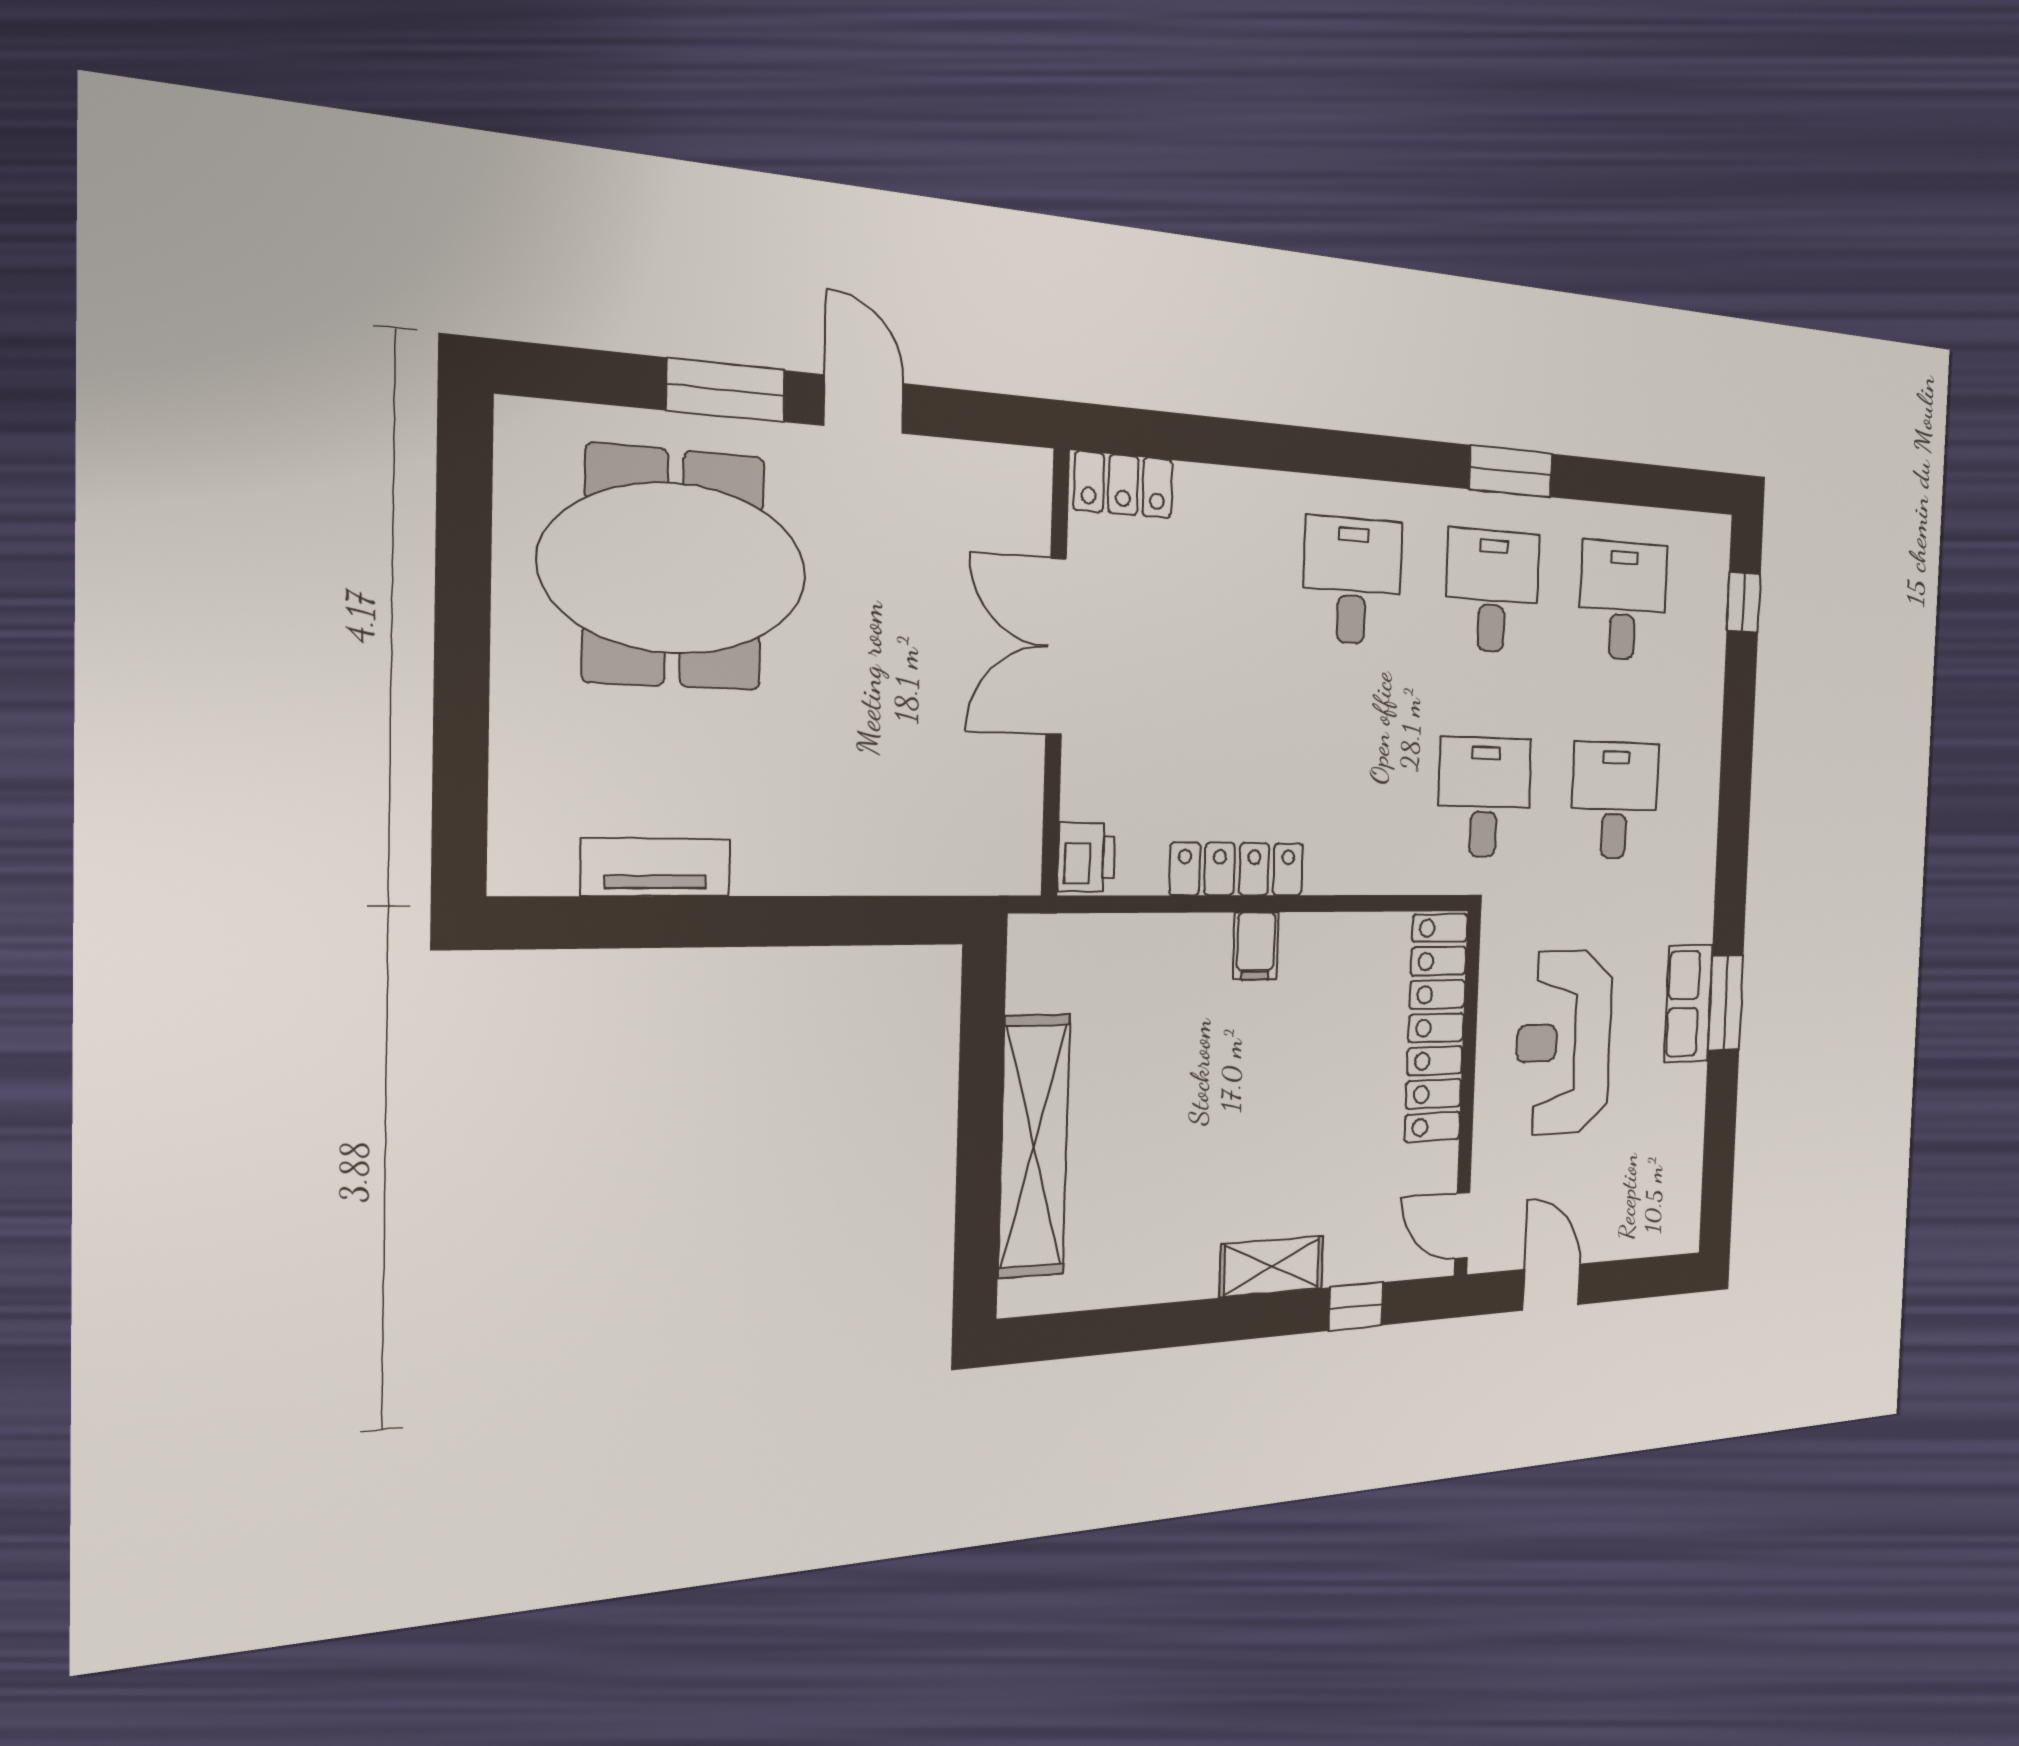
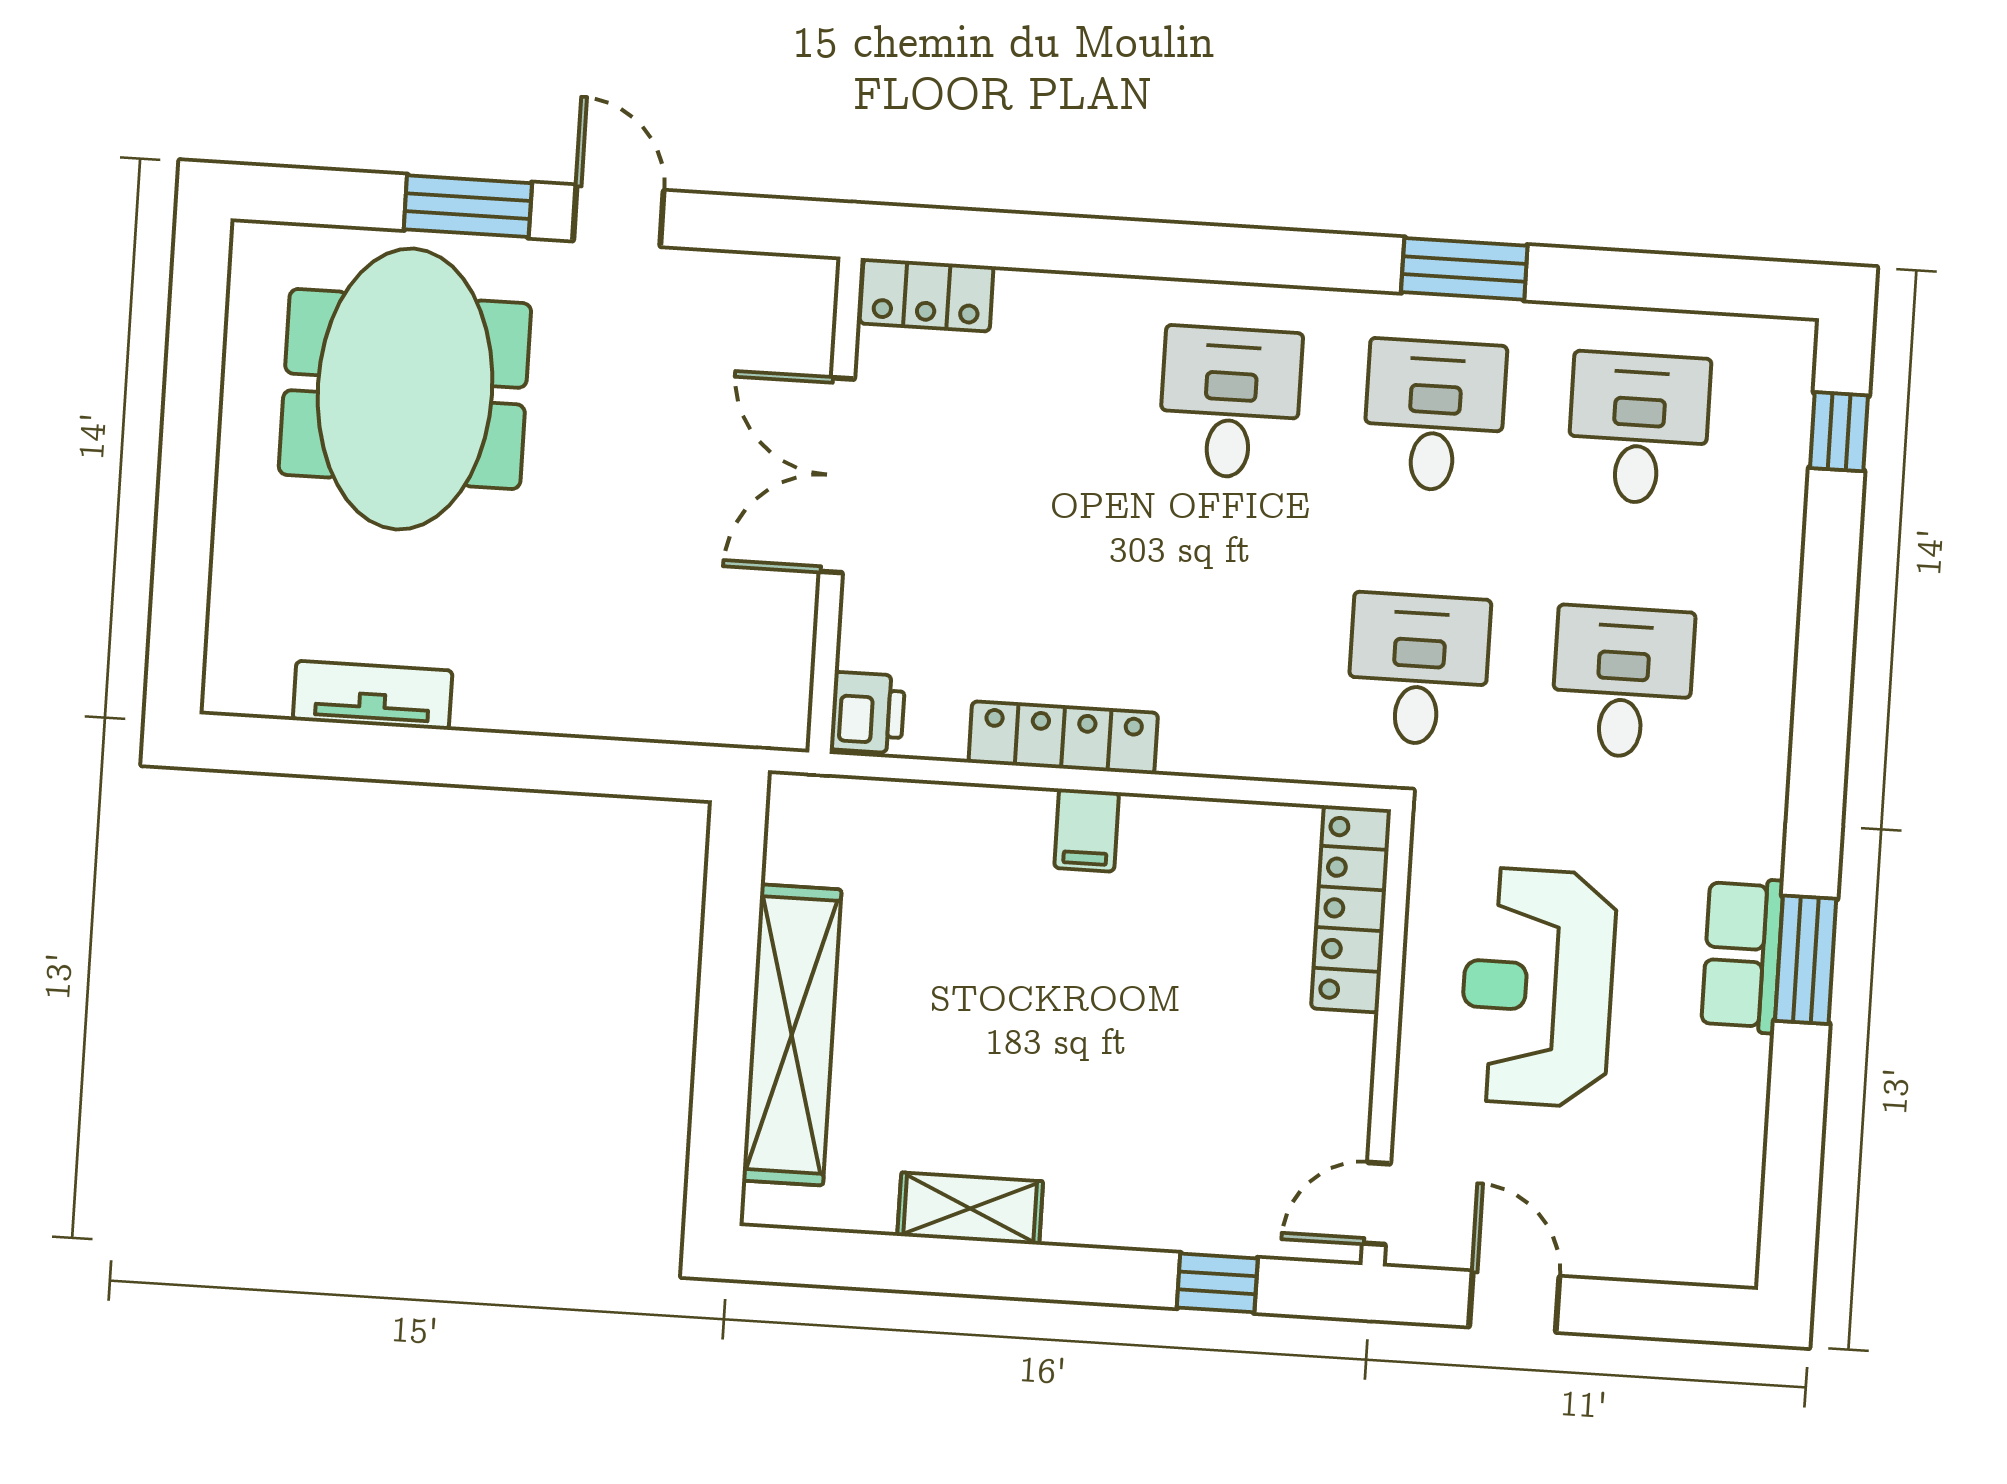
meeting table: (674, 568) -> (405, 389), turned 90
locker: (1436, 1028) -> (1351, 909), width x0.71, depth x0.83
door: (1462, 1226) -> (1377, 1204), hinge flipped
shelving: (1272, 1266) -> (970, 1209), moved

